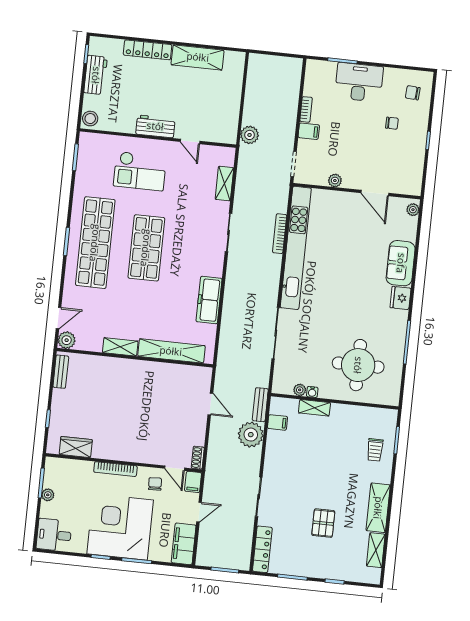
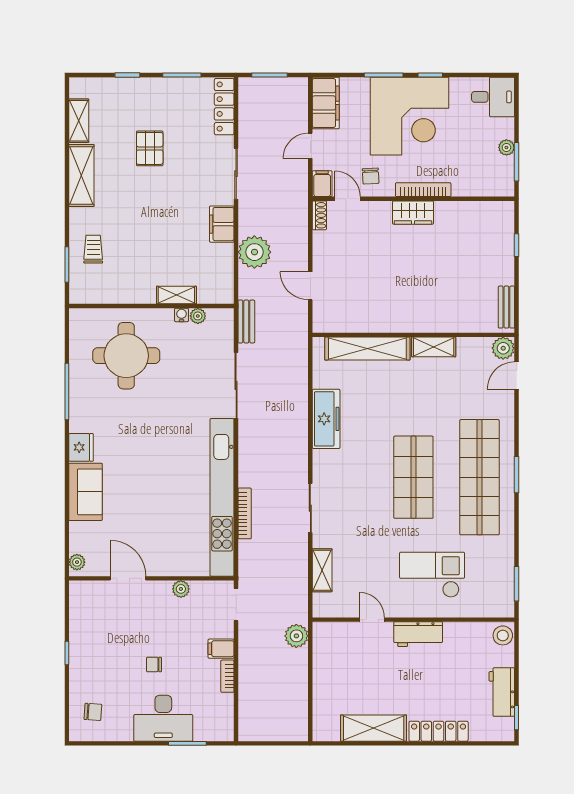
chair: (392, 123) -> (154, 664), moved
bench: (260, 405) -> (246, 321), moved
filing cabinet: (278, 422) -> (222, 224), moved, width x2.00
wardrobe: (76, 447) -> (413, 213), moved

